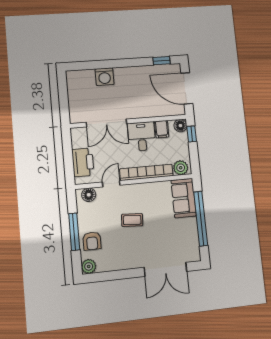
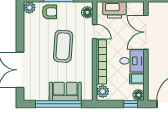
sofa: (184, 198) -> (65, 91), moved
coffee table: (132, 220) -> (63, 46), width x1.86, depth x1.72
armchair: (92, 241) -> (49, 12), turned 180

